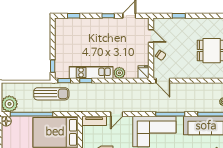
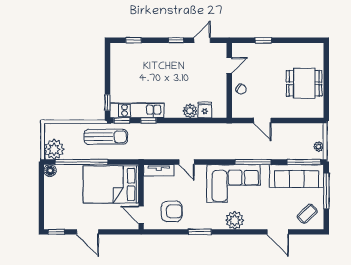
door: (151, 36) -> (229, 65), hinge flipped
kitchen unit: (91, 72) -> (137, 110), moved
fridge: (144, 72) -> (205, 110), moved
door: (163, 81) -> (262, 120), moved
door: (117, 114) -> (187, 162), hinge flipped

